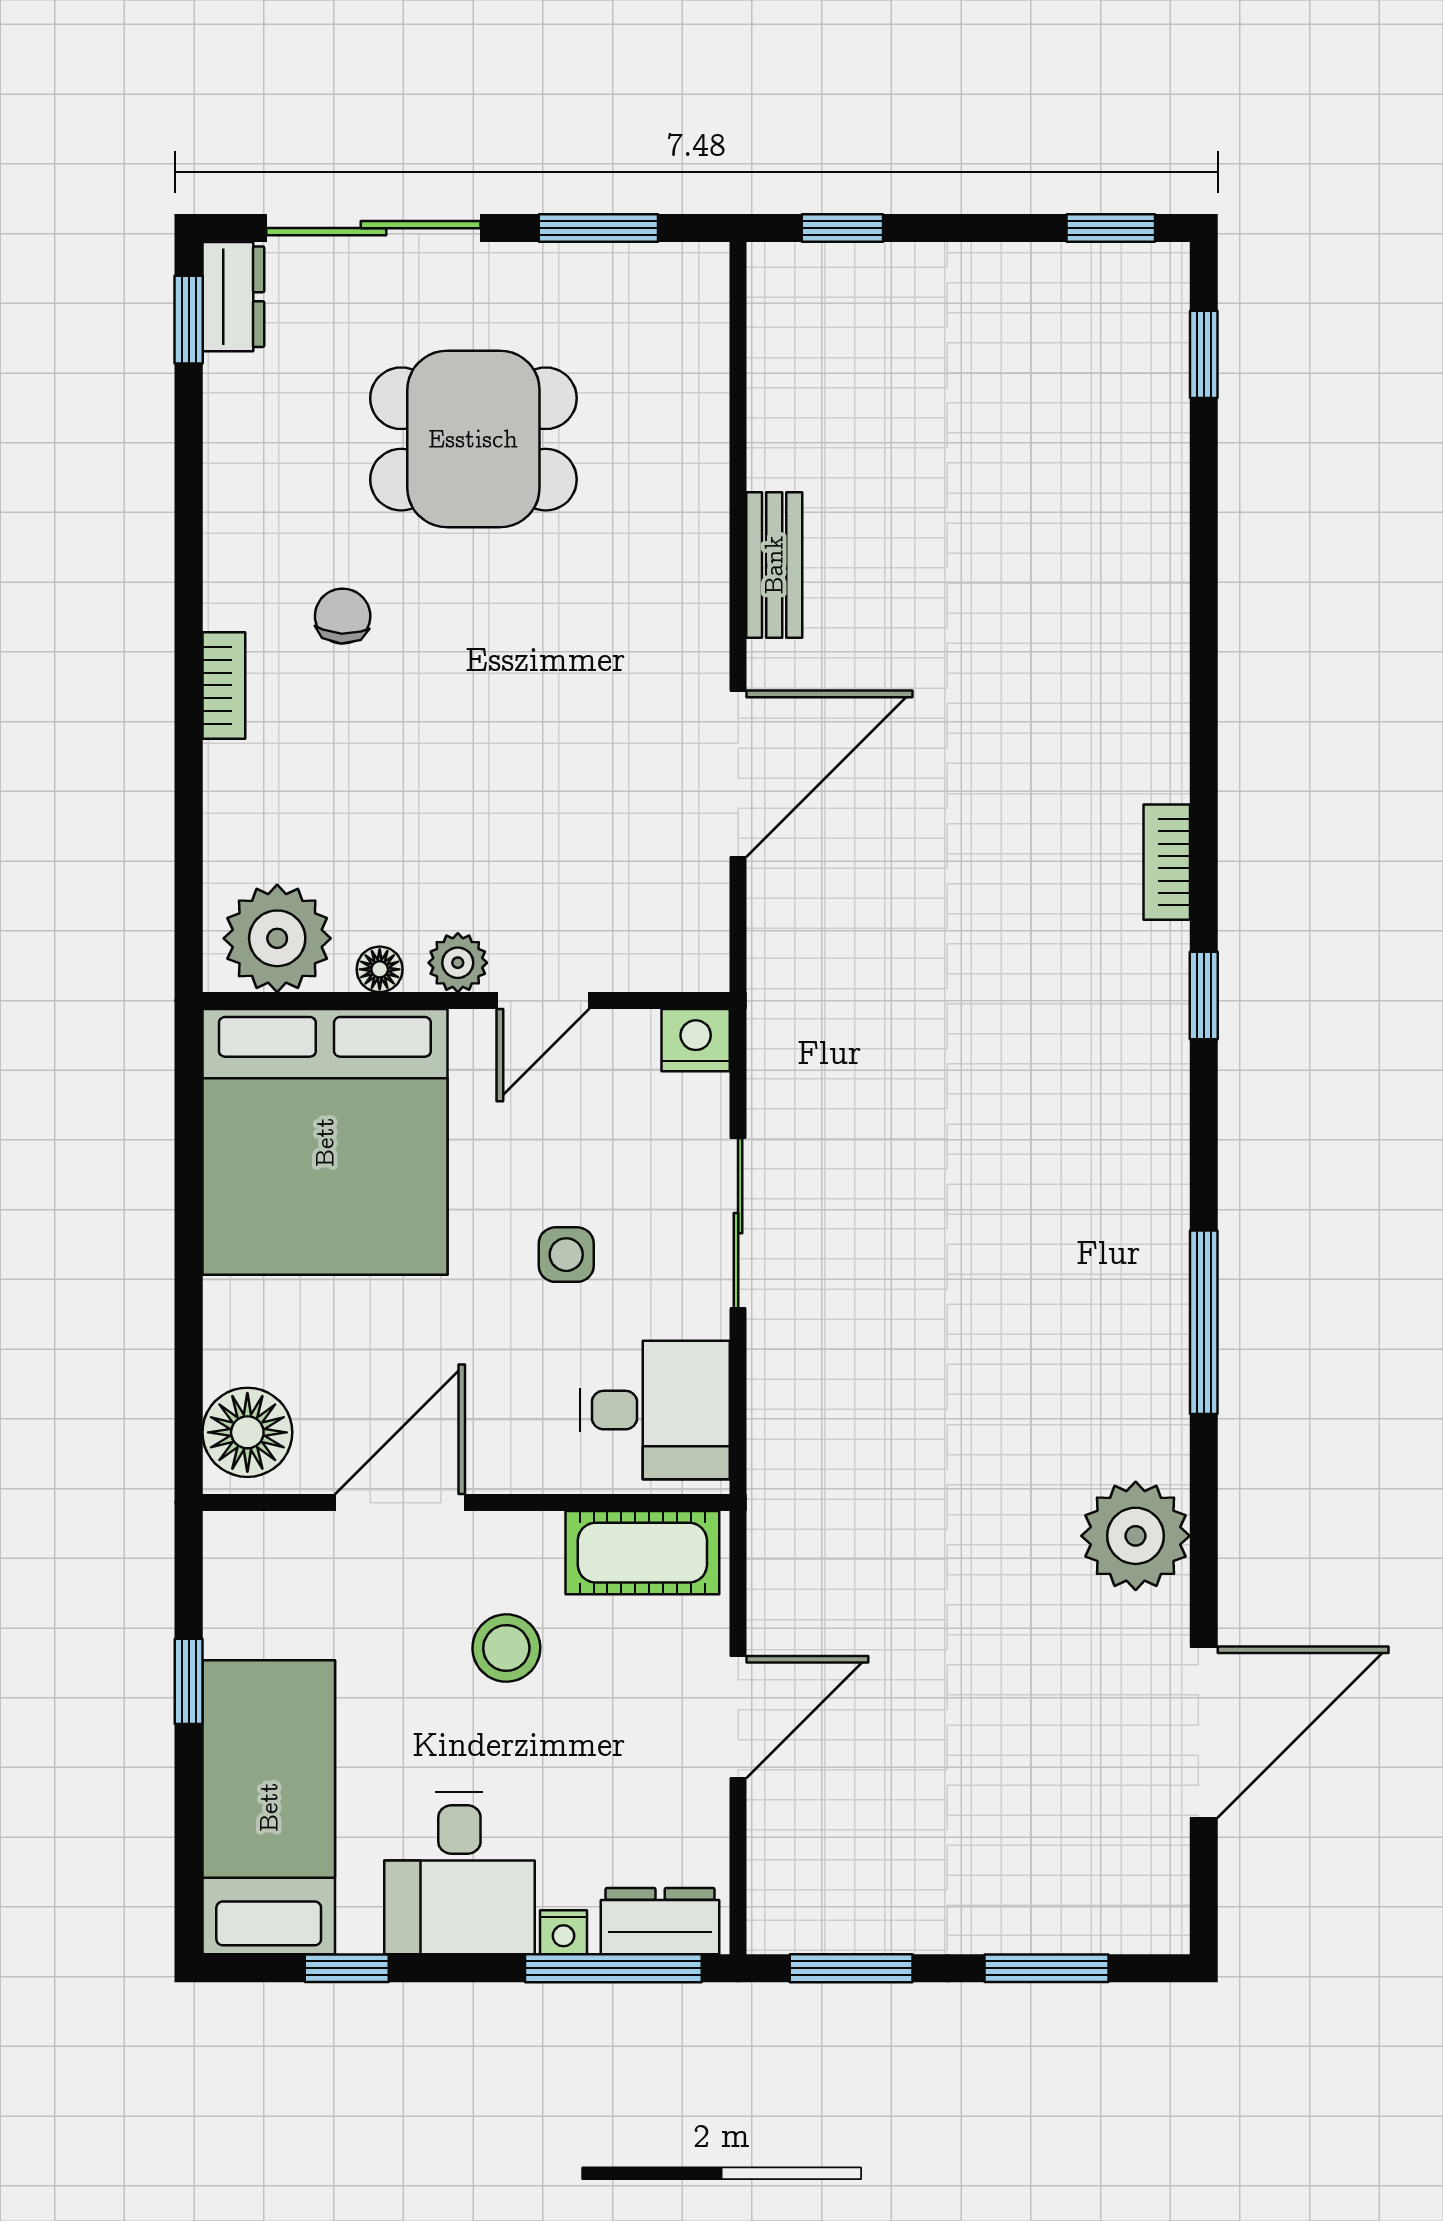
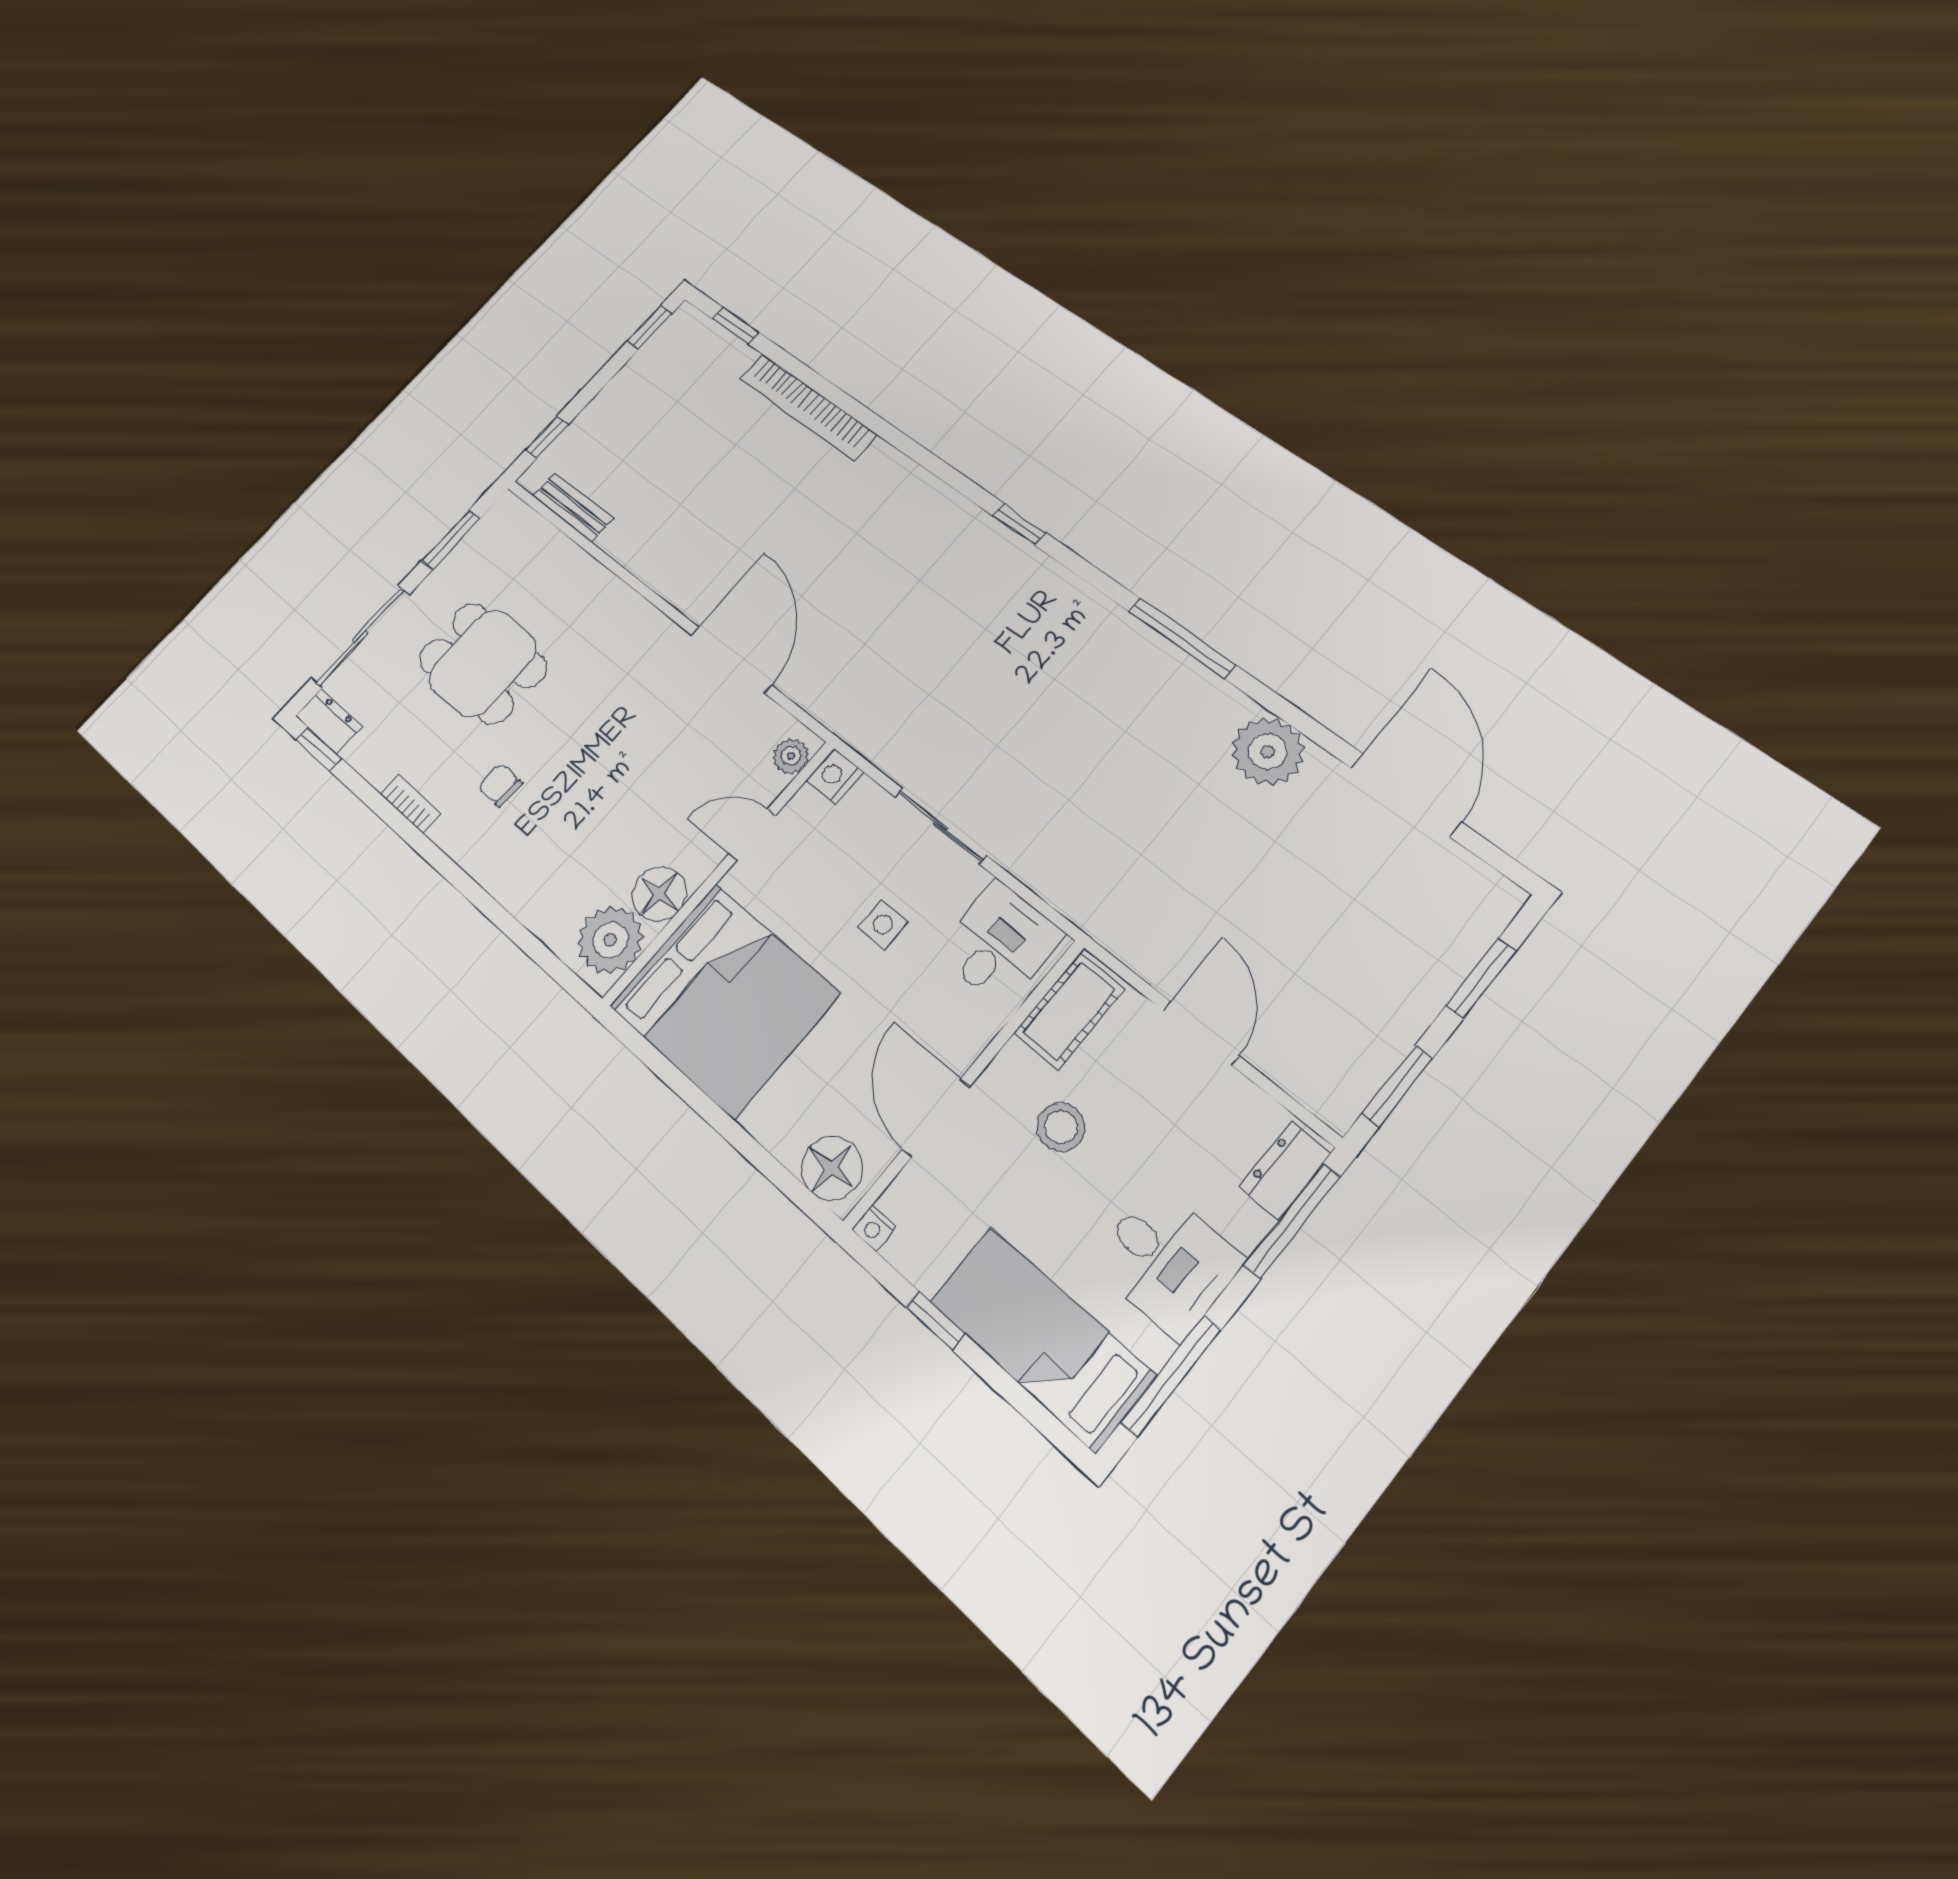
dining table: (473, 439) -> (483, 663), turned 90
bench: (774, 565) -> (573, 507), moved
bookcase: (224, 685) -> (411, 804), moved
bookcase: (1167, 862) -> (808, 407), moved, width x2.31, depth x1.31
plant: (458, 963) -> (791, 756), moved
floor lamp: (380, 969) -> (659, 894), width x1.89, depth x1.89
door: (543, 1001) -> (752, 835), swing flipped
nightstand: (563, 1932) -> (874, 1228), moved, turned 90
window: (347, 1968) -> (1171, 1376), width x2.17

